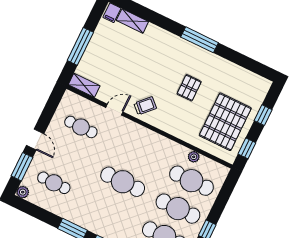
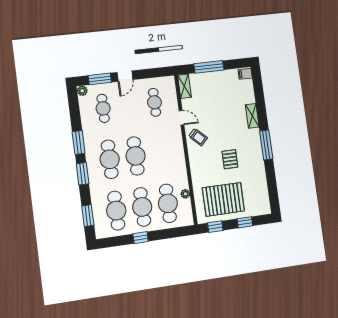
shelving: (132, 21) -> (252, 116), moved
pallet: (189, 88) -> (230, 159), turned 90
cafe table: (109, 210) -> (110, 159), added

